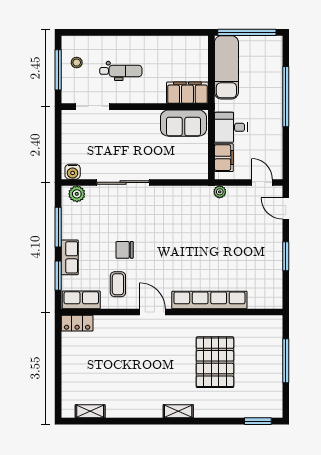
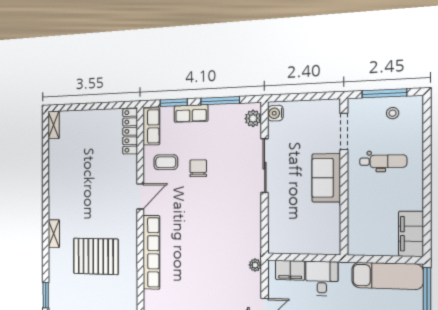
dental chair: (121, 71) -> (383, 161), turned -90
filing cabinet: (187, 93) -> (411, 234), moved, turned 180
sofa: (183, 123) -> (326, 178), moved
locker: (77, 323) -> (130, 131), width x1.53
shelving: (90, 411) -> (54, 125), moved
shelving: (178, 411) -> (54, 234), moved

